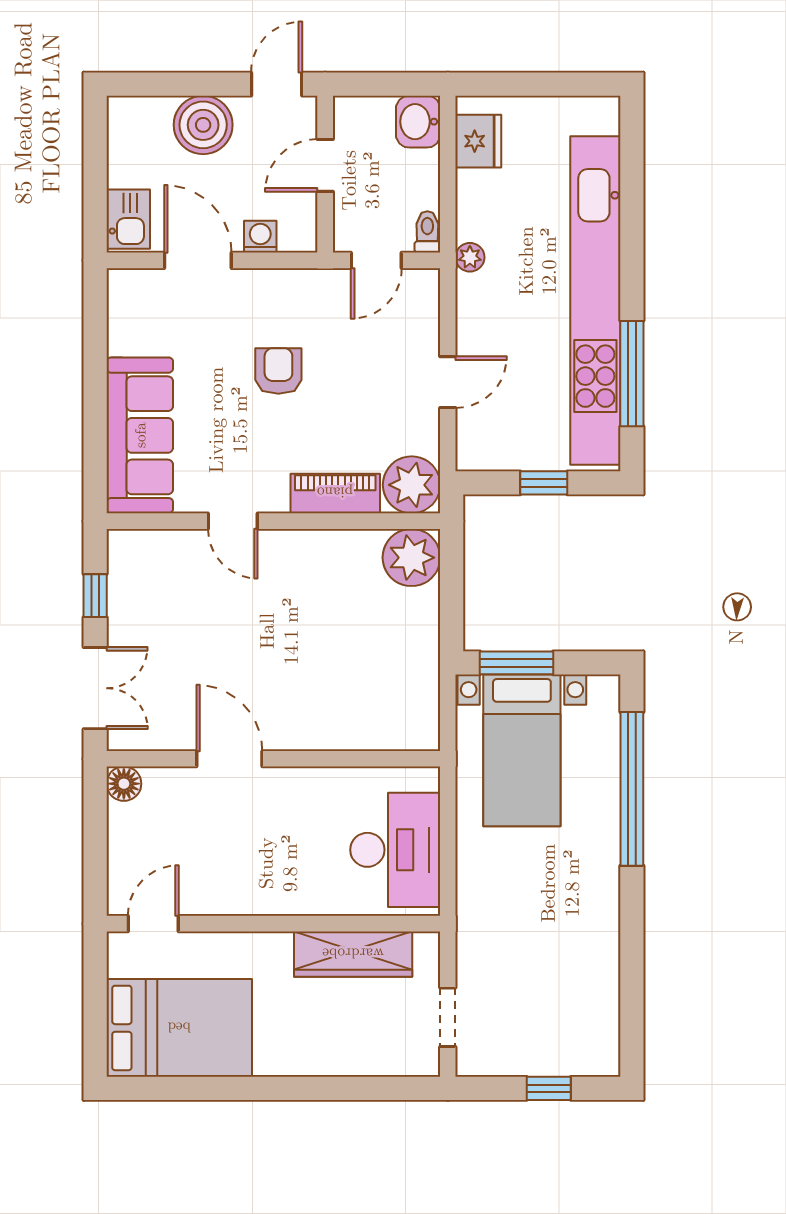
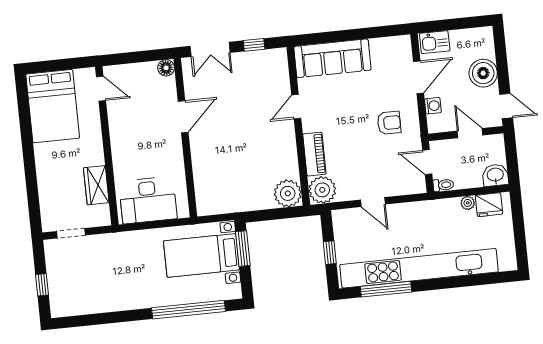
plant: (470, 257) -> (468, 203), moved
armchair: (278, 371) -> (389, 123), moved
wardrobe: (353, 954) -> (96, 185), width x0.67

